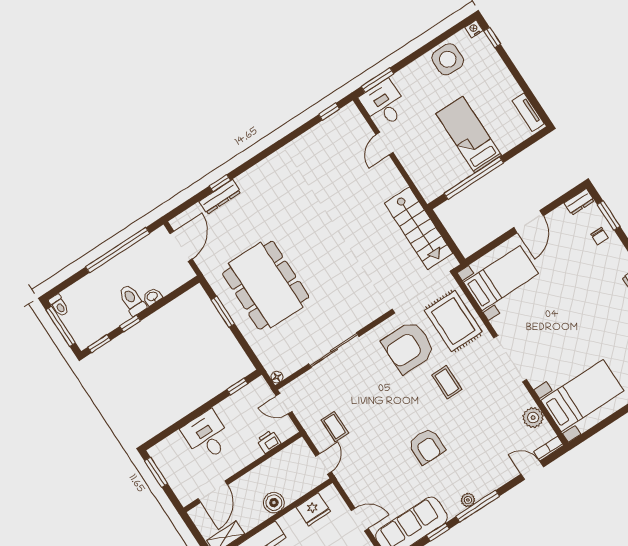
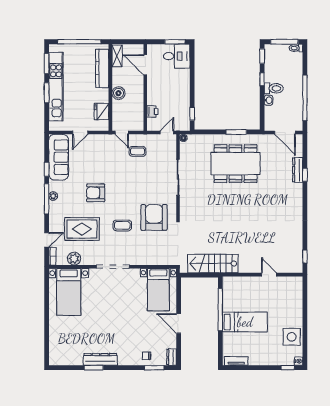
window: (377, 80) -> (305, 293), removed
desk: (384, 104) -> (290, 288), removed
rug: (453, 321) -> (82, 229), moved
desk: (207, 436) -> (177, 56), moved

